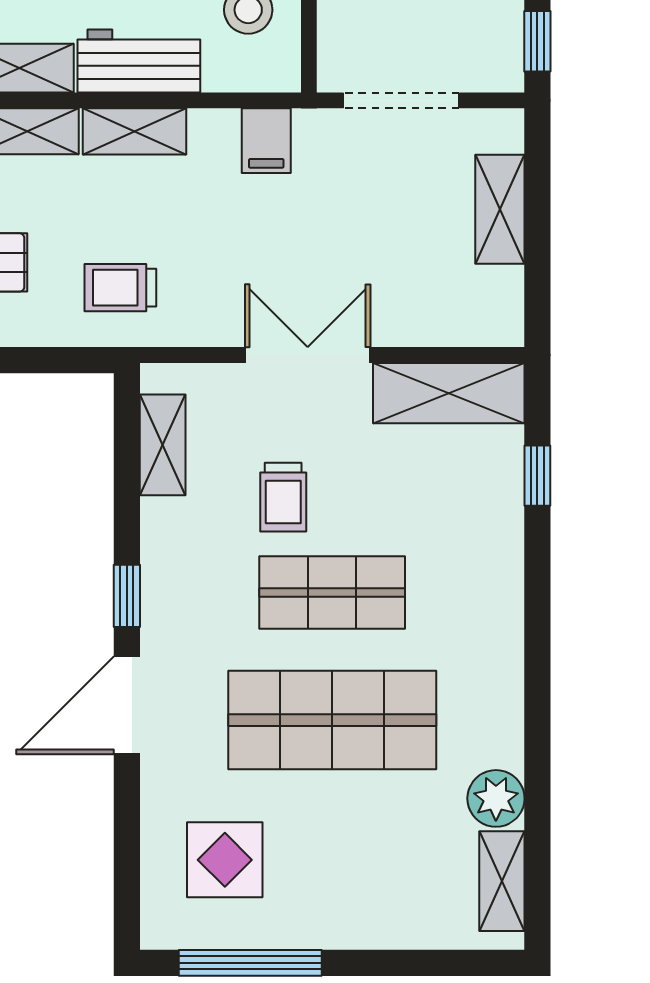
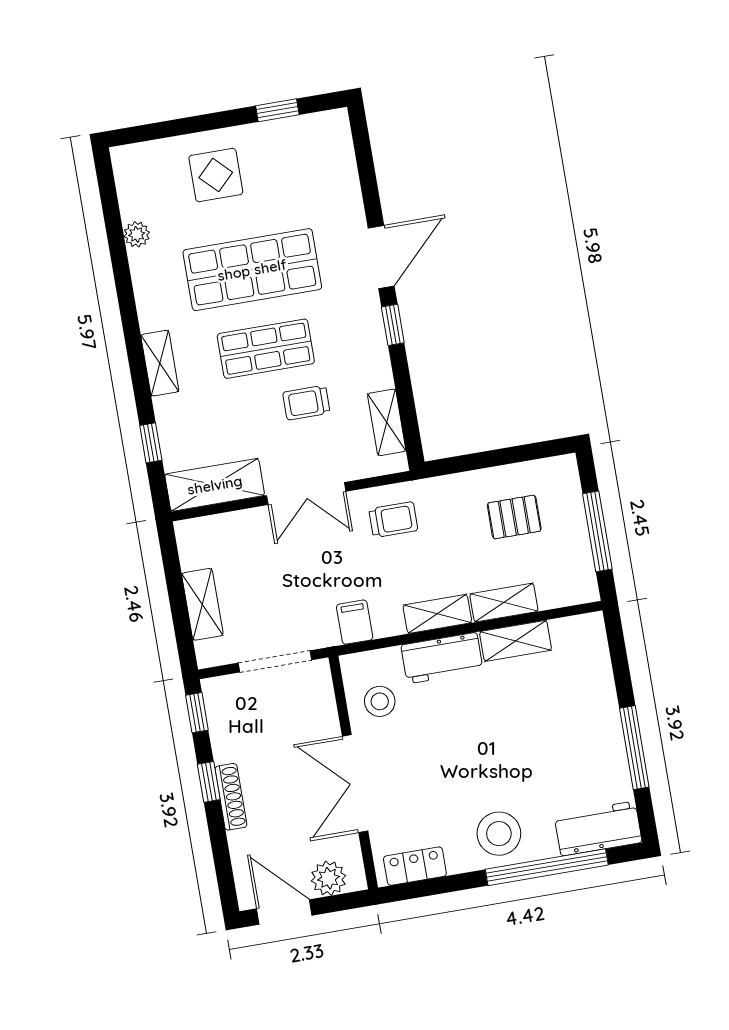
trolley: (120, 288) -> (393, 520), moved
trolley: (283, 497) -> (306, 403), turned -90
plant: (496, 798) -> (137, 234), width x0.73, depth x0.73
display table: (225, 860) -> (216, 175), moved
shelving: (502, 881) -> (160, 363), moved
window: (250, 963) -> (277, 110), width x0.46

